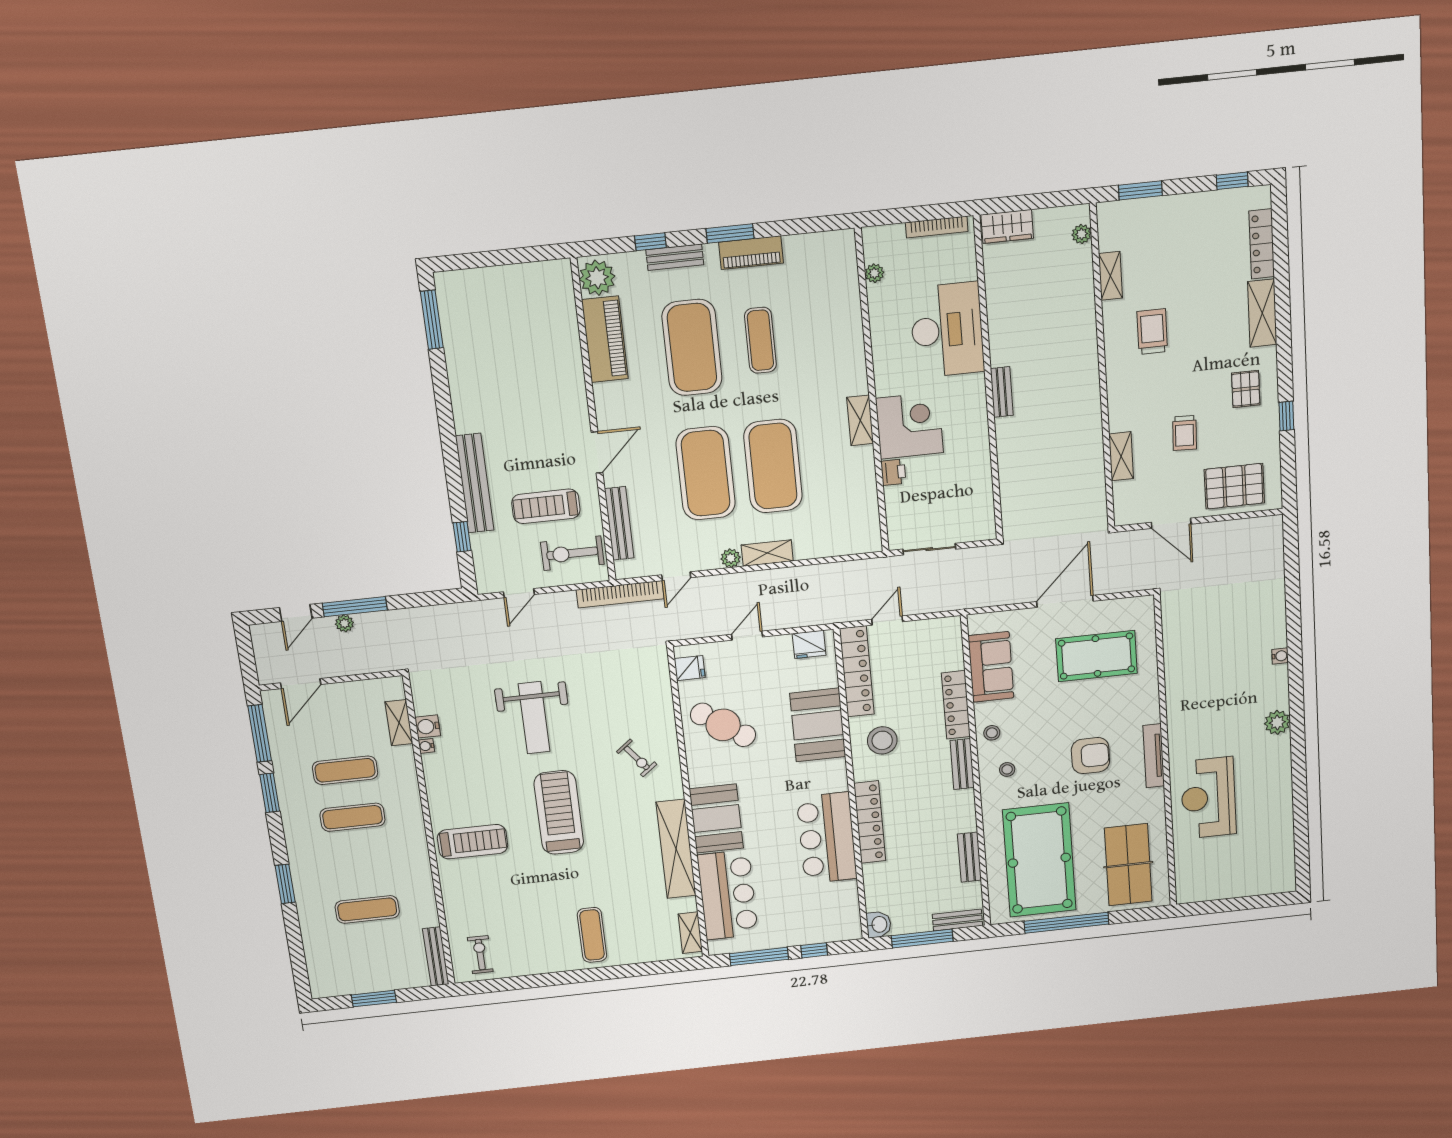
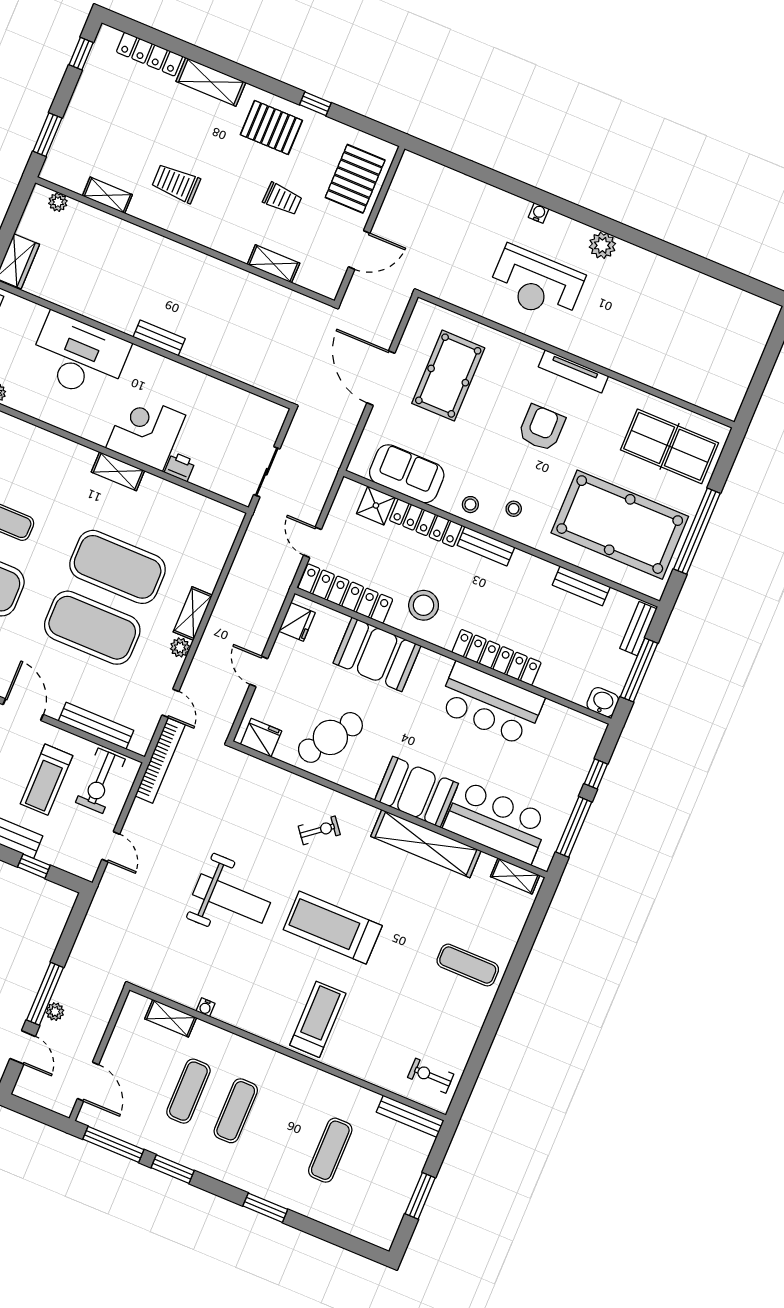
pallet: (1246, 389) -> (271, 127), width x1.50, depth x1.42
shower: (949, 656) -> (376, 505), added
fridge: (690, 668) -> (261, 738), width x1.38
water cooler: (428, 726) -> (188, 996), removed
reception desk: (1208, 798) -> (536, 284), moved

